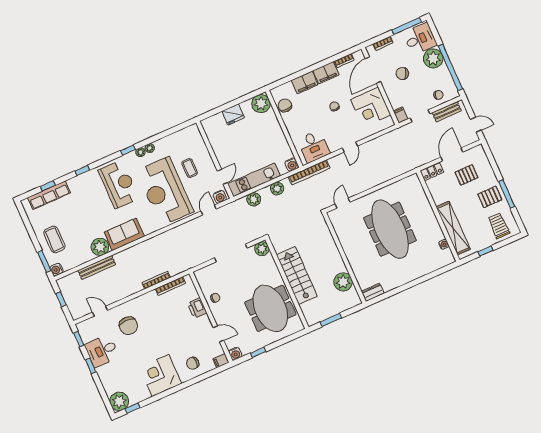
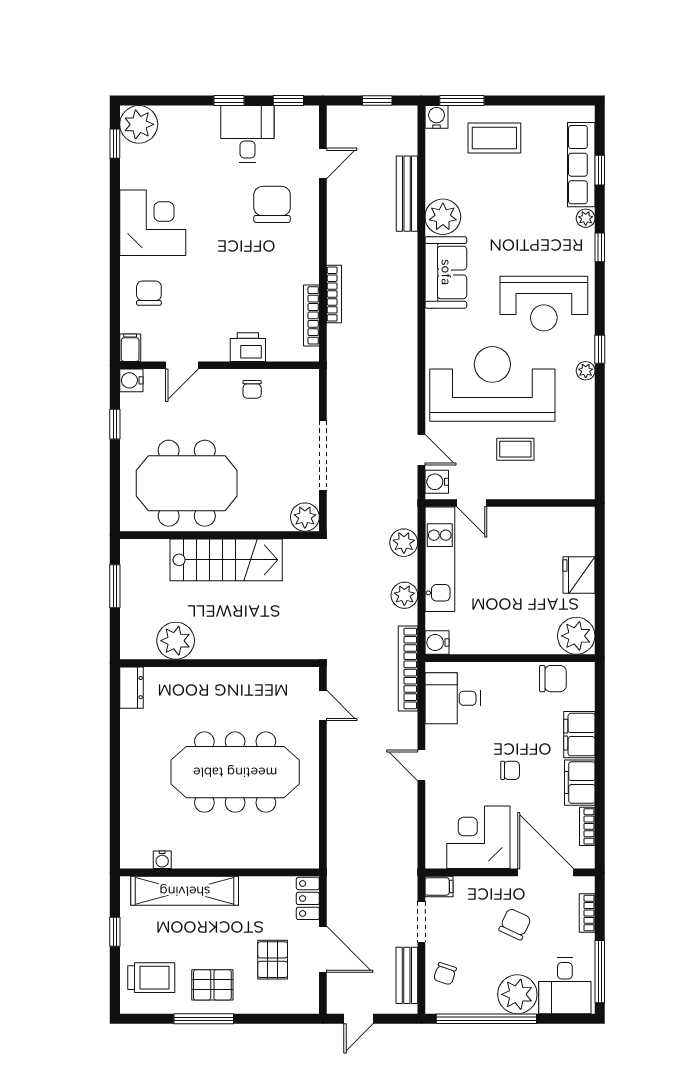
plant: (150, 148) -> (586, 218), moved
pallet: (490, 197) -> (212, 985), turned 90
chair: (128, 326) -> (272, 204), turned 90

